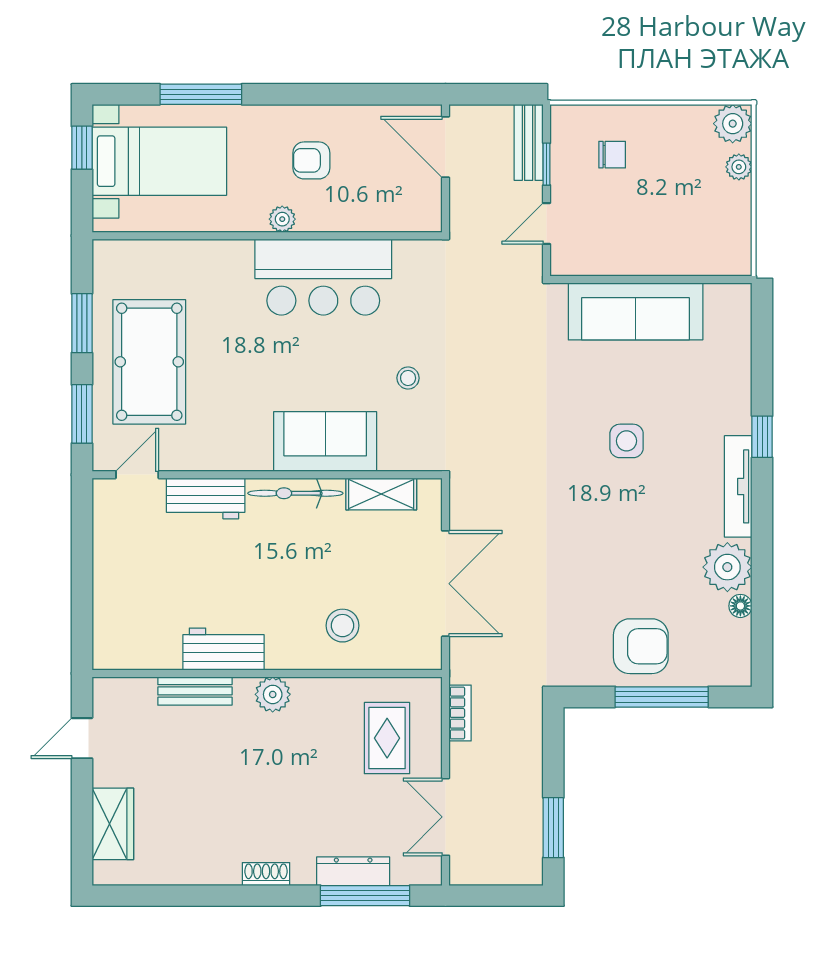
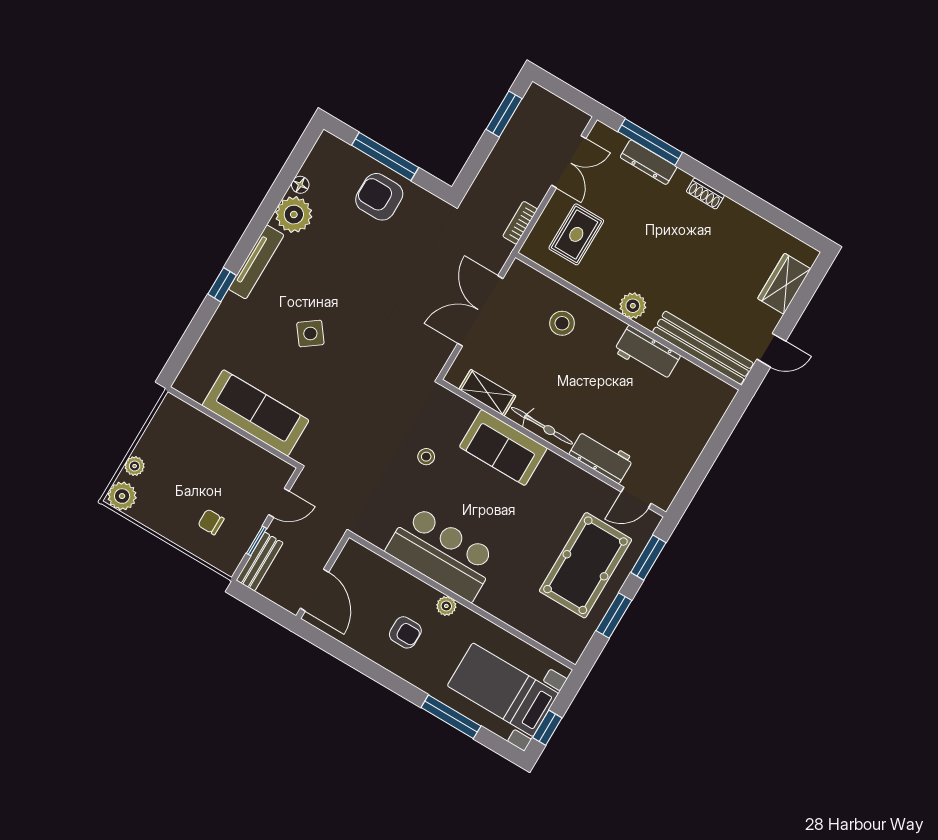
side table: (627, 441) -> (310, 333), turned -37
bench: (195, 691) -> (703, 348), width x1.86, depth x1.21

